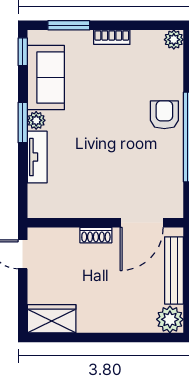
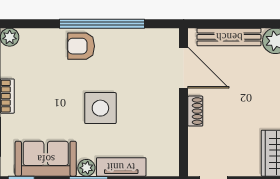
side table: (99, 135) -> (100, 108), added

